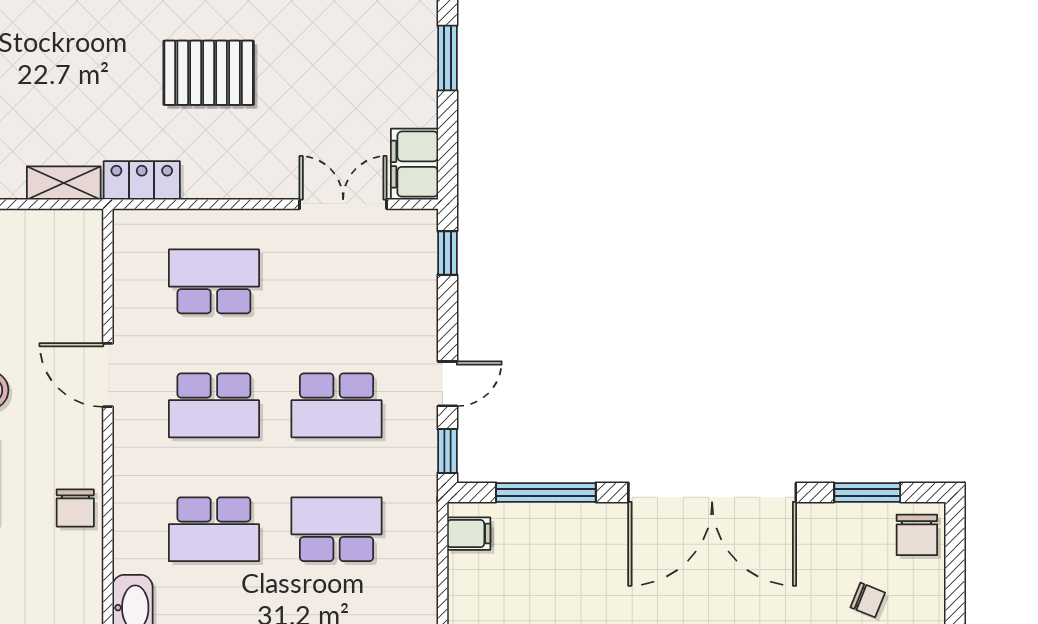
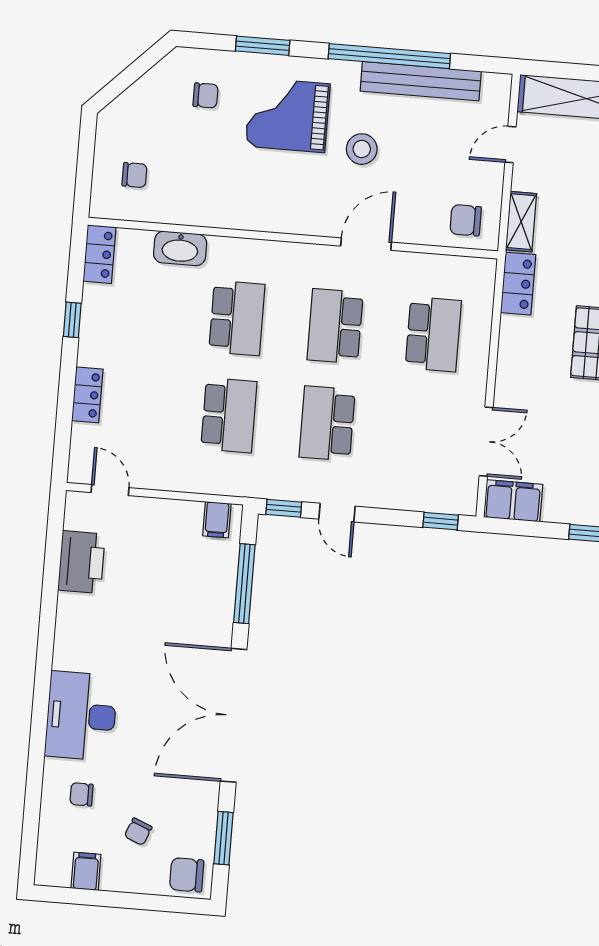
chair: (75, 508) -> (466, 220), moved
school desk: (214, 529) -> (237, 318), turned 180

